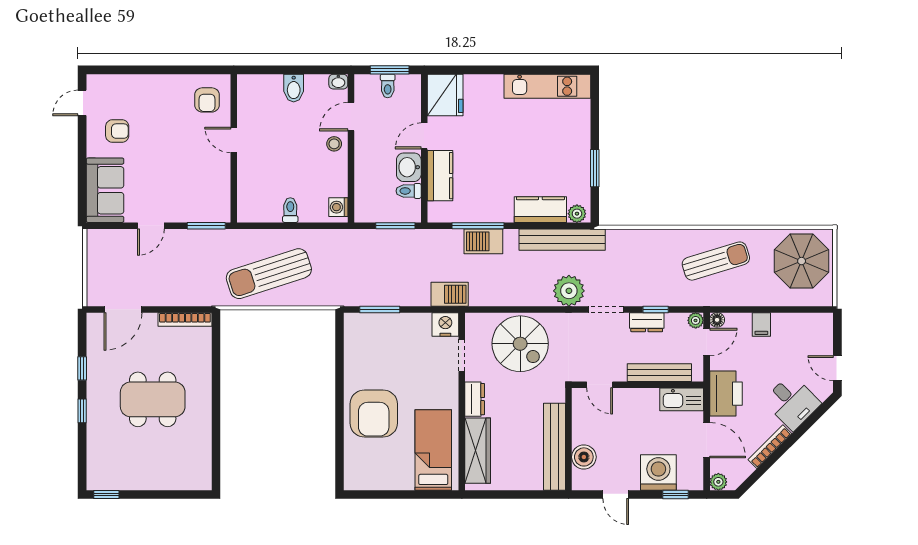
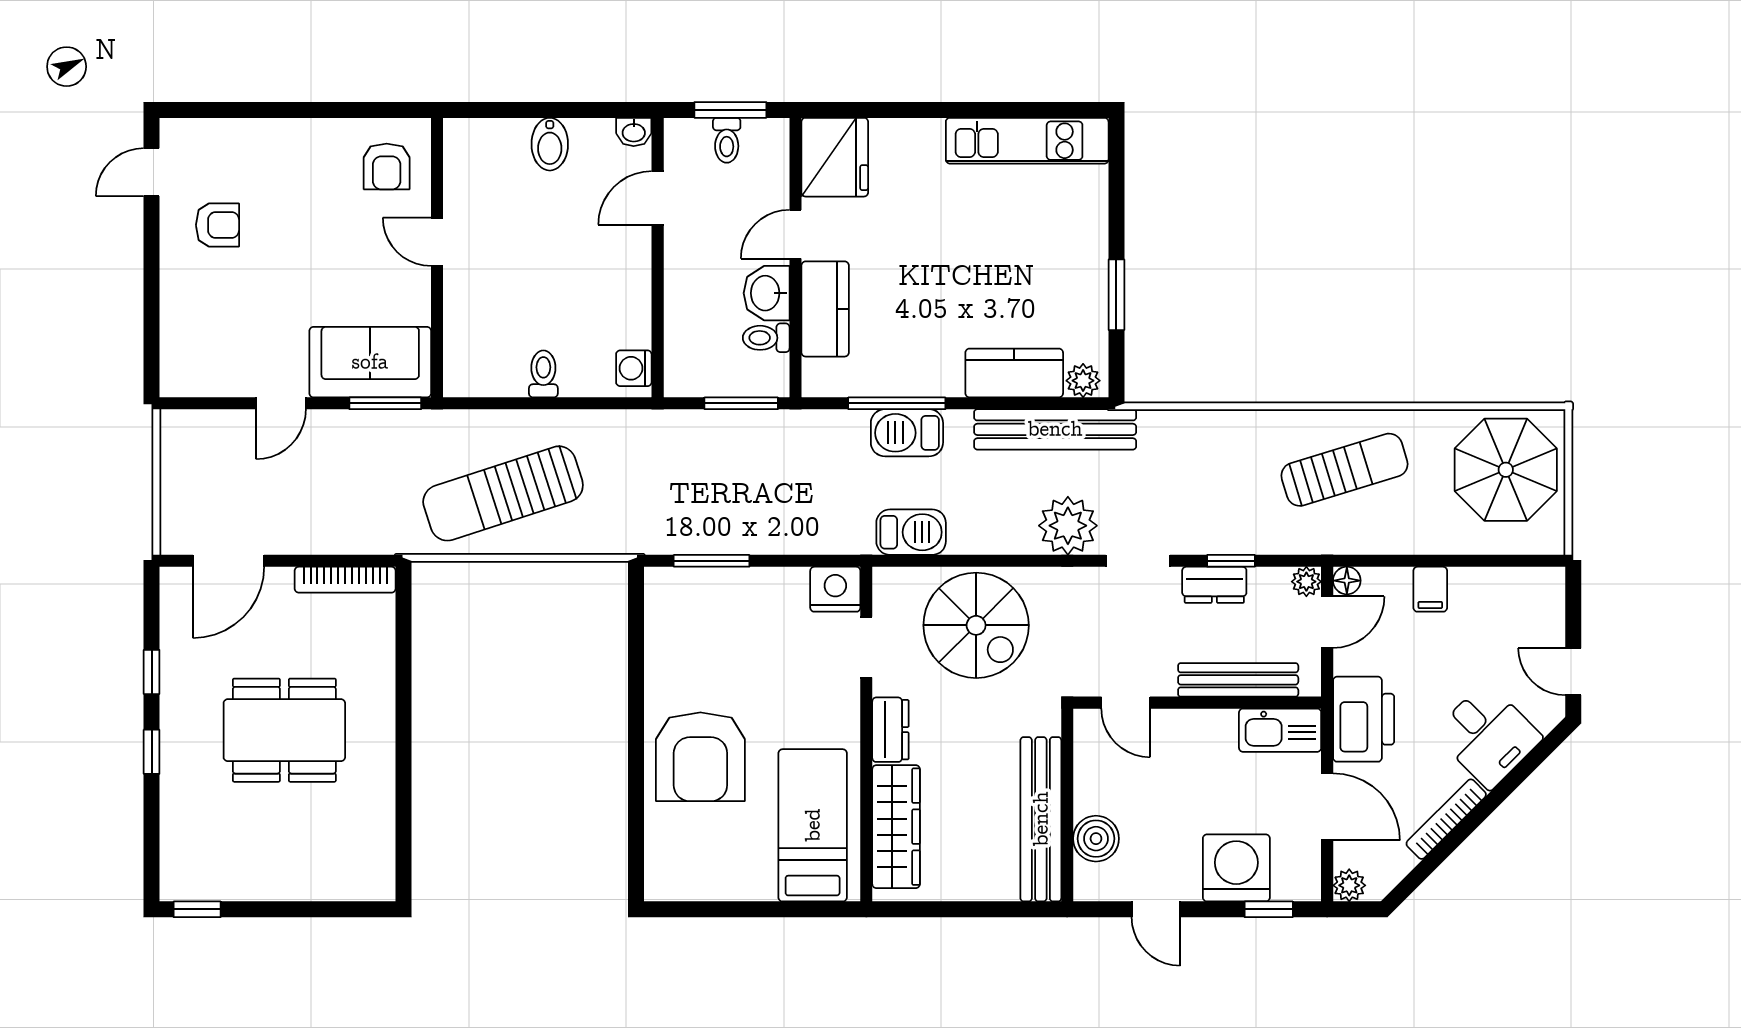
stool: (334, 144) -> (626, 249), removed
sofa: (105, 190) -> (370, 362), moved, turned -90
barbecue: (450, 294) -> (911, 532), moved

